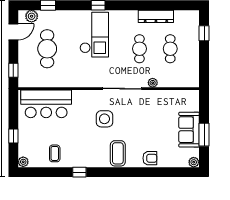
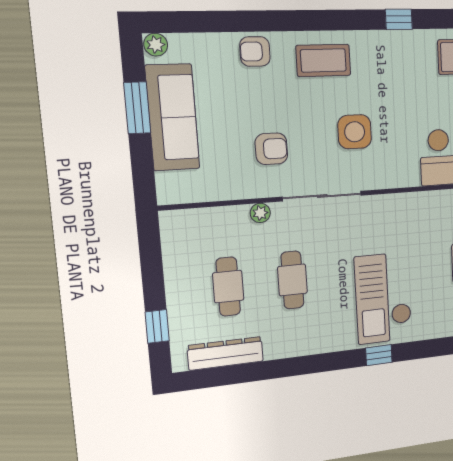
dresser: (156, 16) -> (226, 353), moved
armchair: (145, 113) -> (271, 149), added
sofa: (189, 130) -> (173, 117), width x1.36
coffee table: (118, 153) -> (323, 60), turned 90

